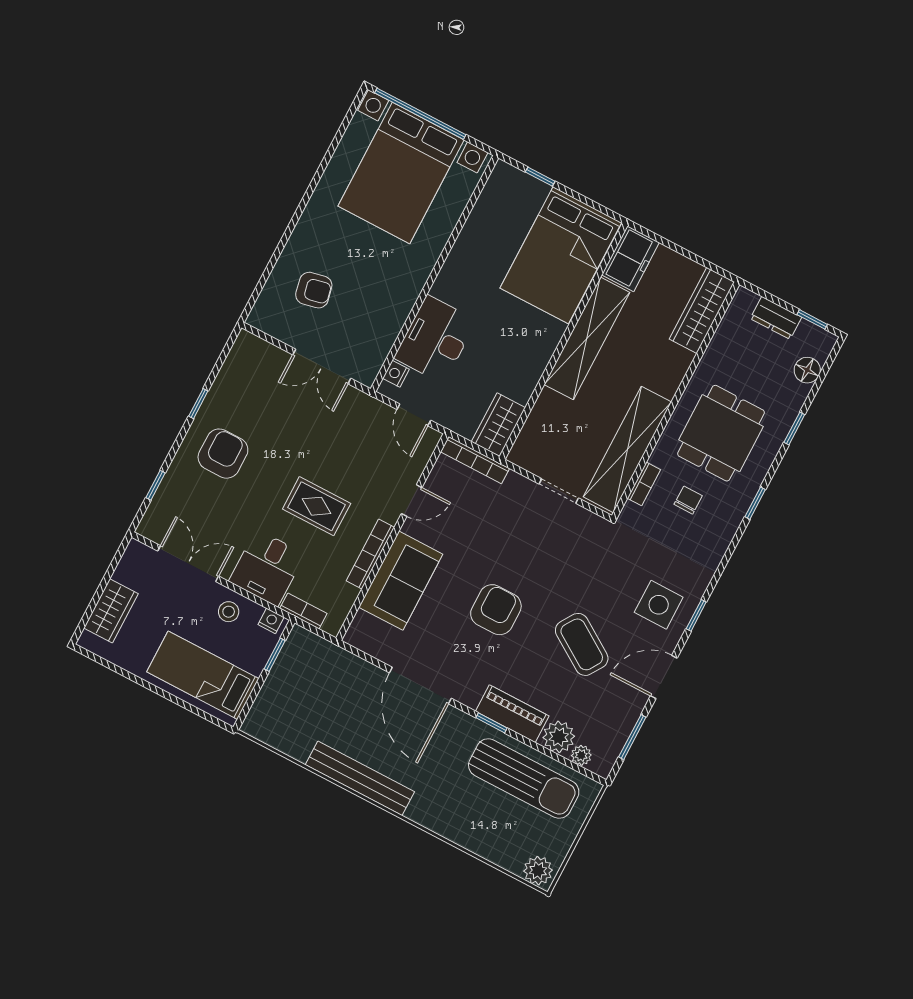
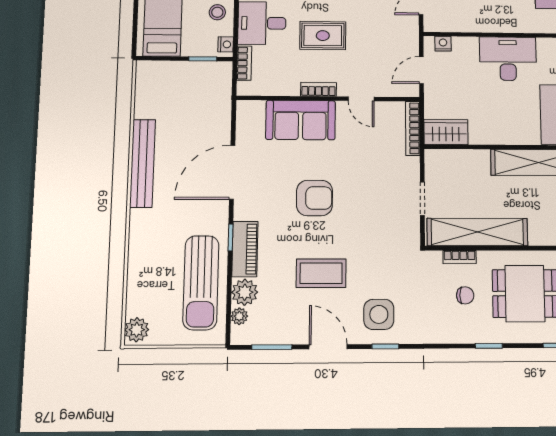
desk: (435, 339) -> (508, 59), moved
rug: (317, 506) -> (323, 36), turned 90
bookcase: (370, 554) -> (318, 89), width x0.64
coffee table: (582, 644) -> (321, 273), turned 57

